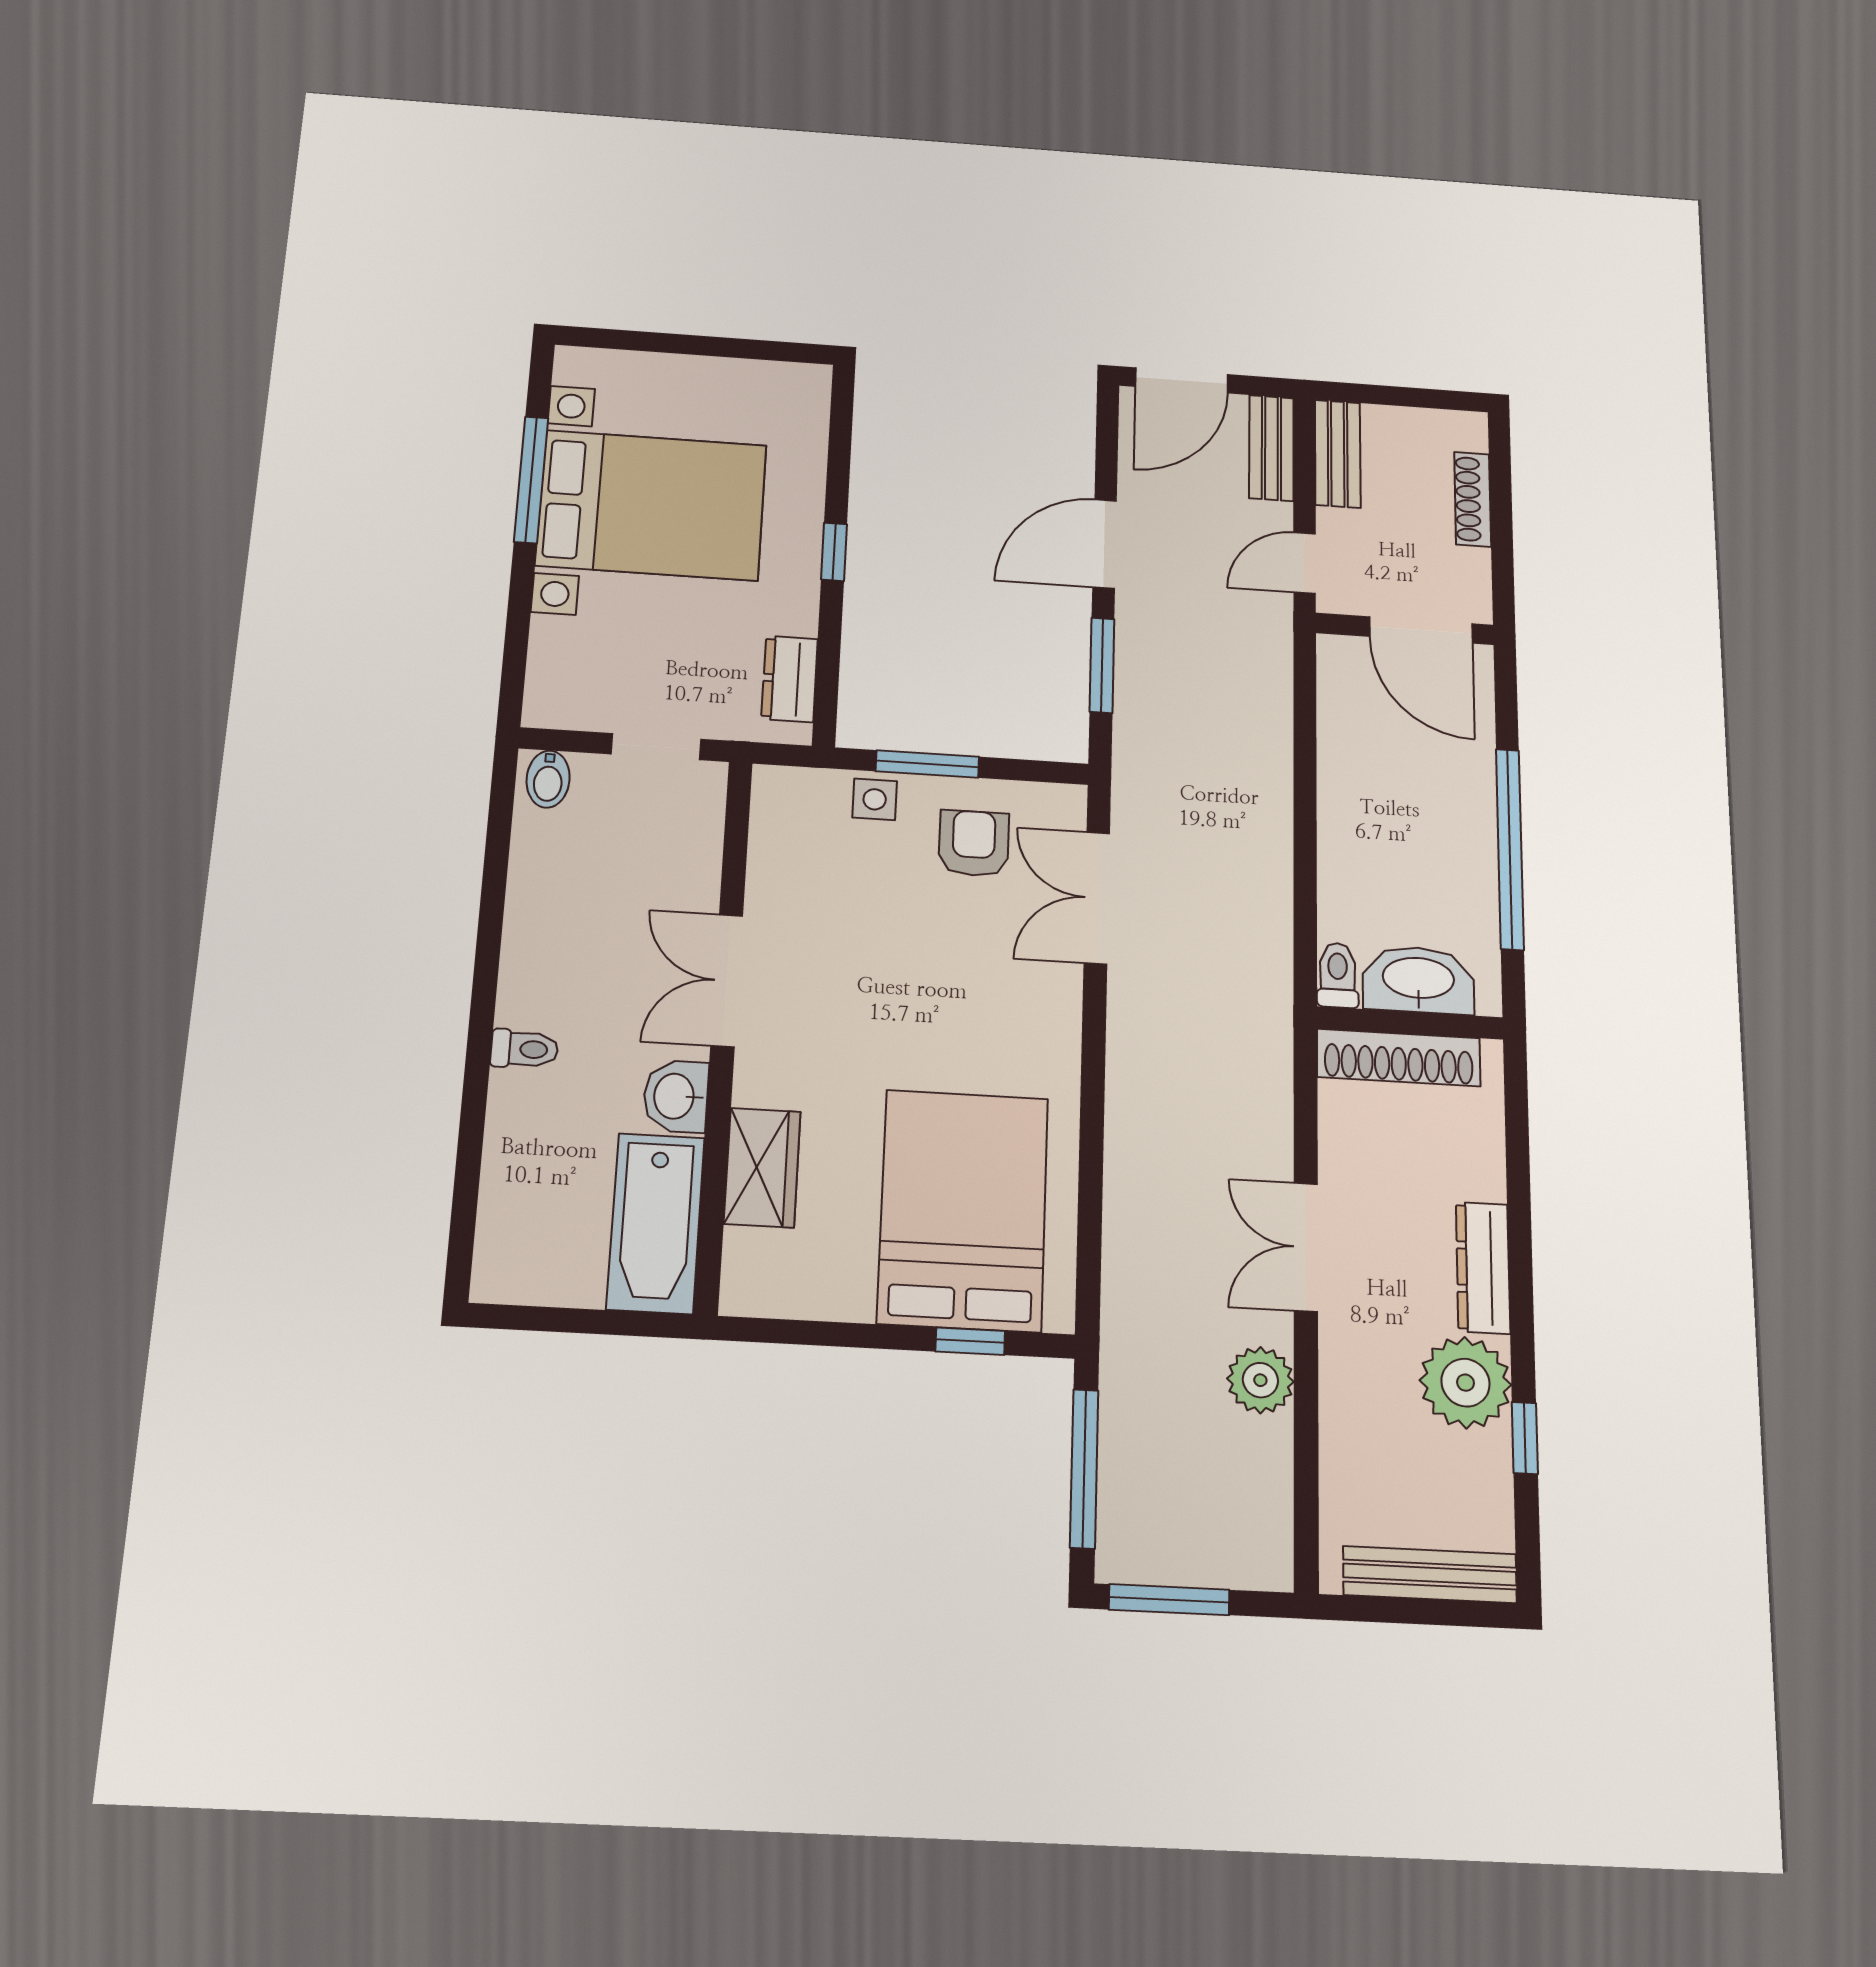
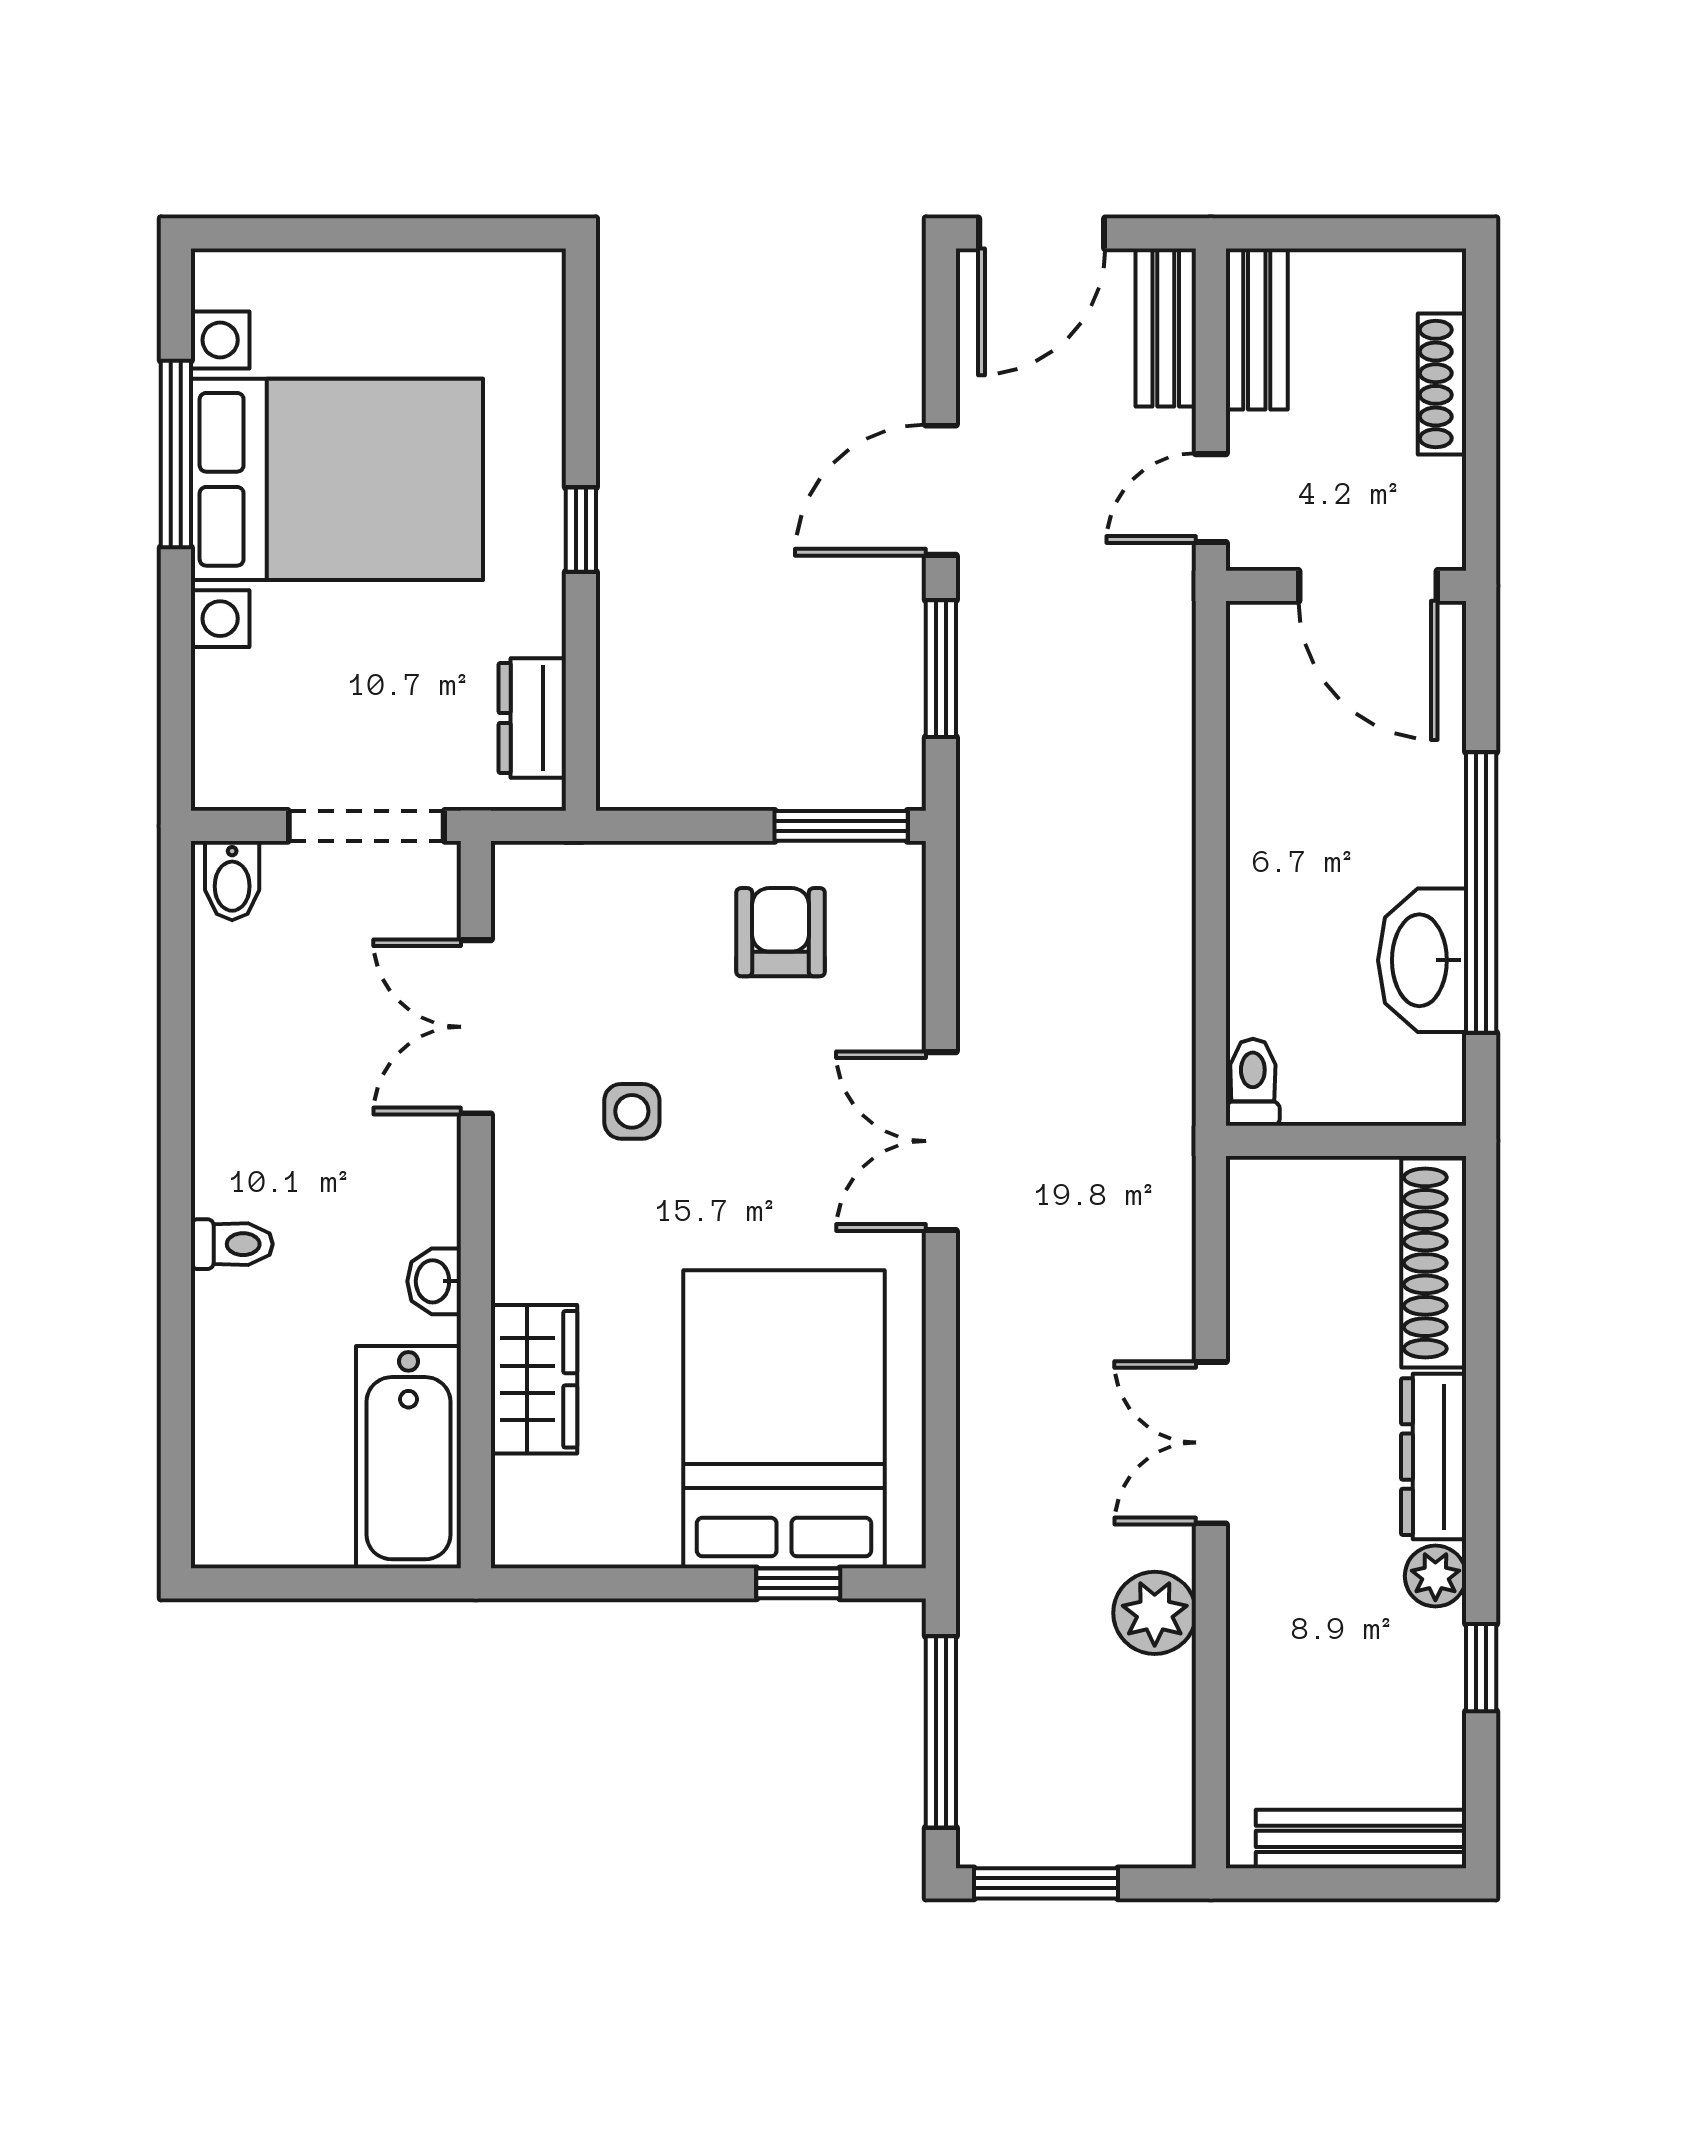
doorway: (656, 747) -> (366, 826), width x1.38
window: (927, 764) -> (841, 826), moved
side table: (875, 799) -> (632, 1111), moved
double door: (1097, 898) -> (941, 1141), moved
double door: (727, 980) -> (476, 1027), moved
washbasin: (1418, 980) -> (1422, 960), moved, turned -90
shoe rack: (1399, 1057) -> (1434, 1263), moved, turned 90
washbasin: (676, 1096) -> (434, 1281), width x0.72, depth x0.69
plant: (1465, 1383) -> (1435, 1576), width x0.53, depth x0.53

